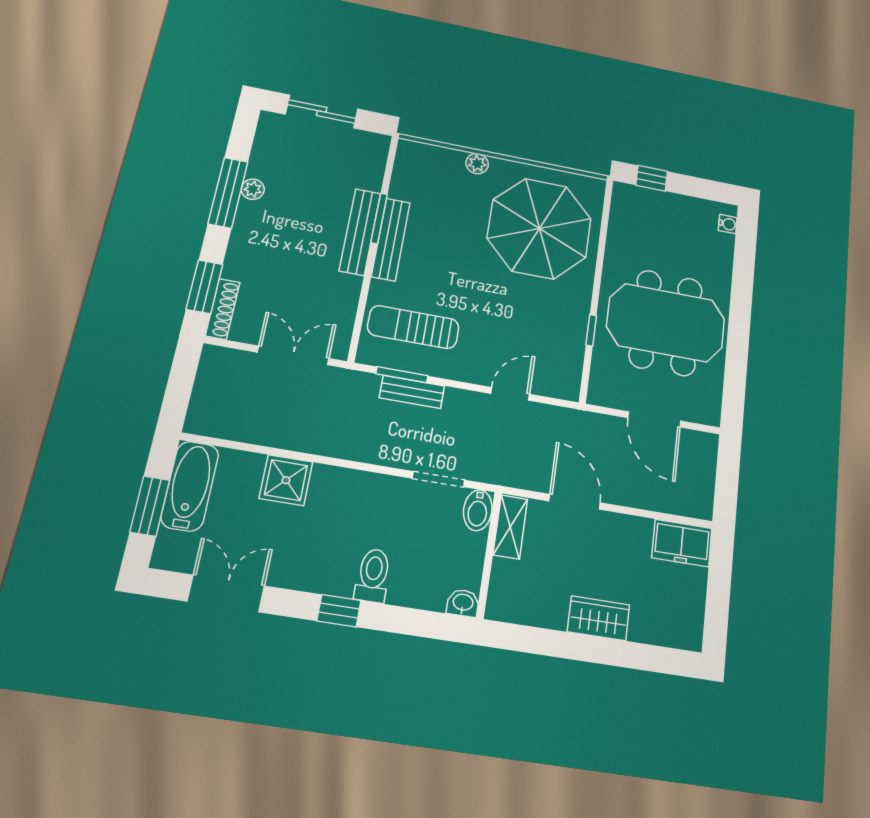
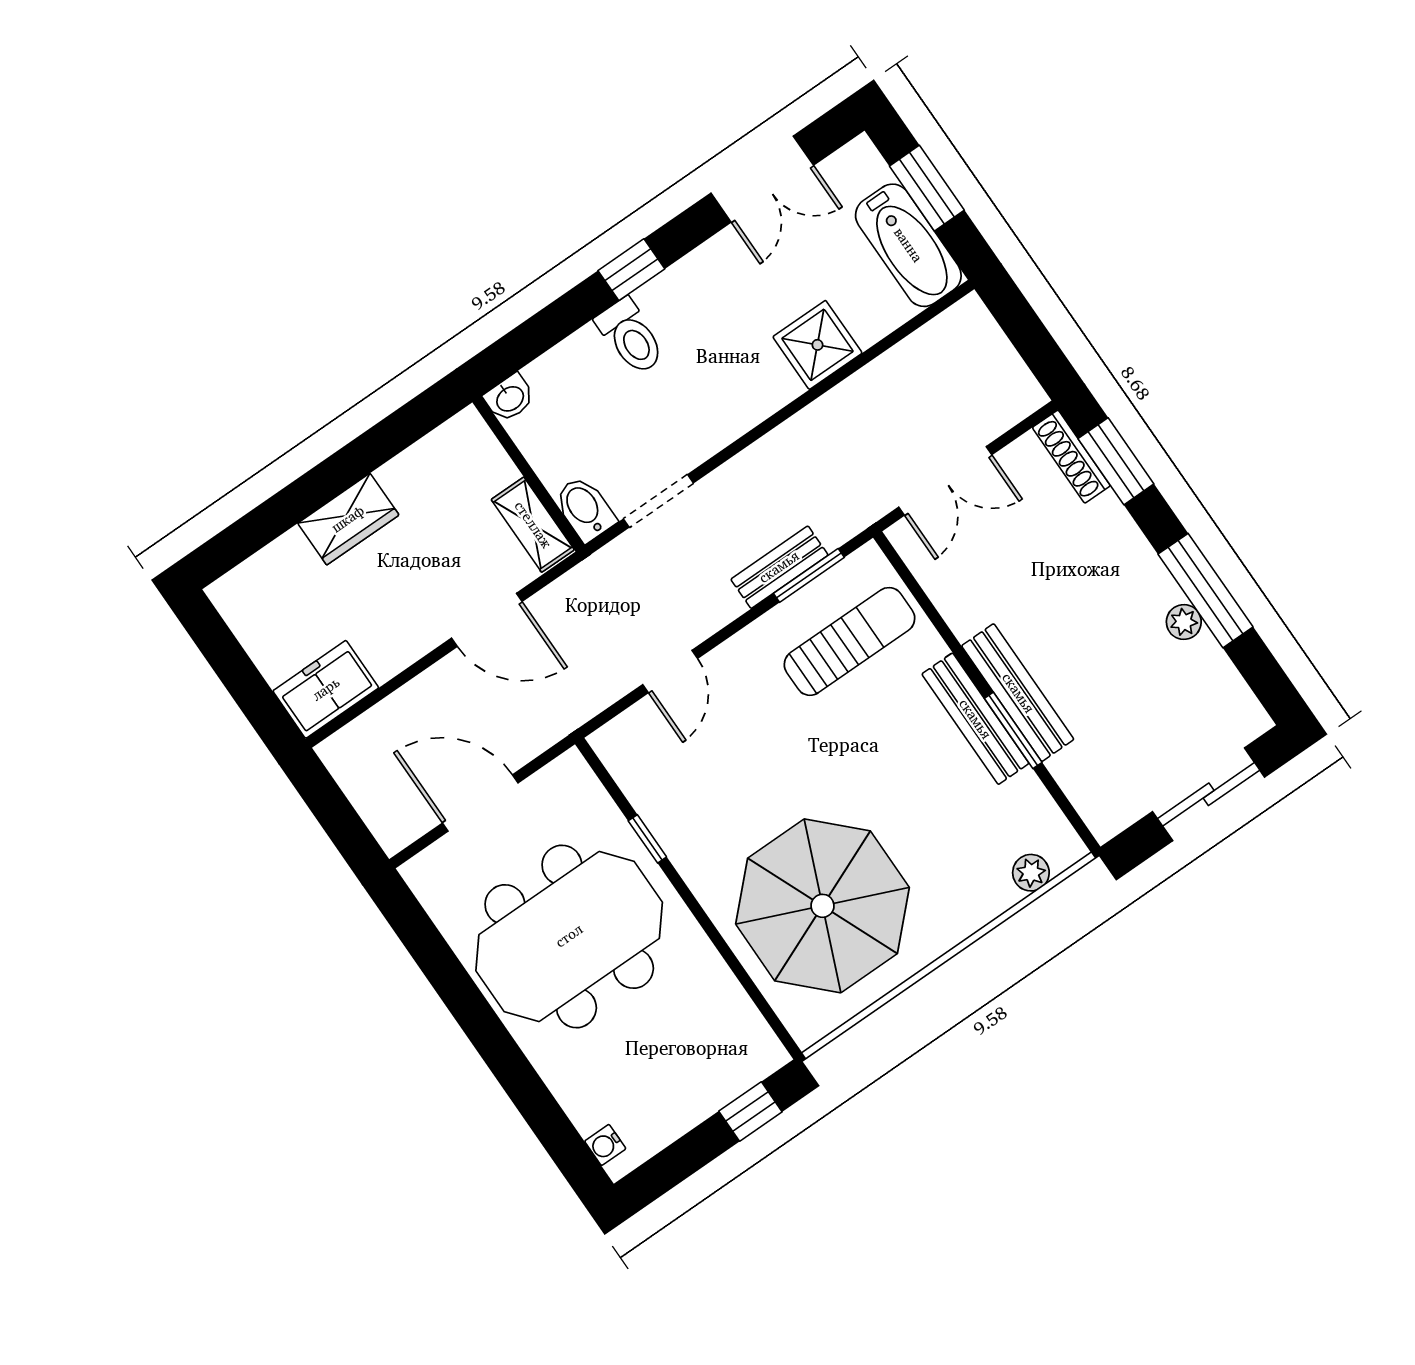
plant: (477, 164) -> (1031, 873), moved

